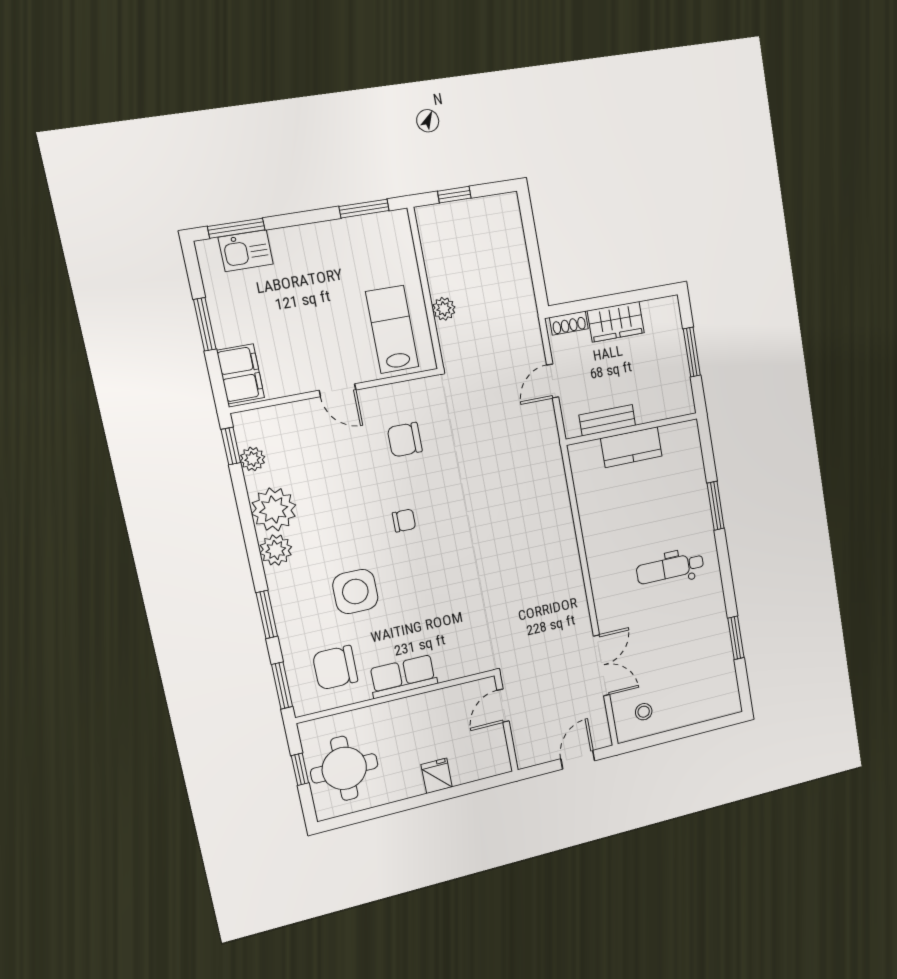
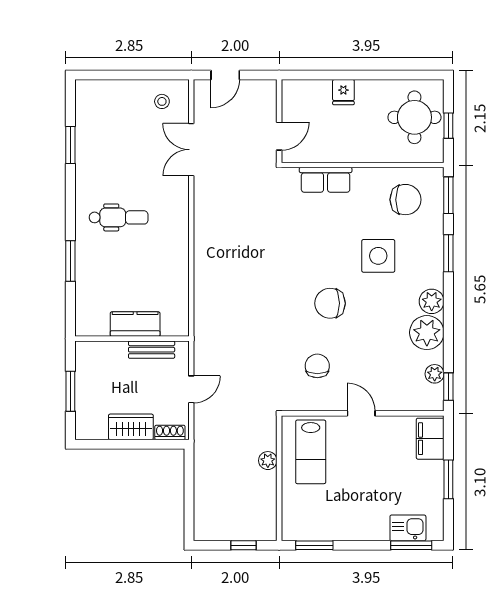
chair: (405, 440) -> (317, 366), turned -90
chair: (404, 520) -> (330, 303), width x1.87, depth x1.87
row of seats: (403, 676) -> (326, 180), moved

